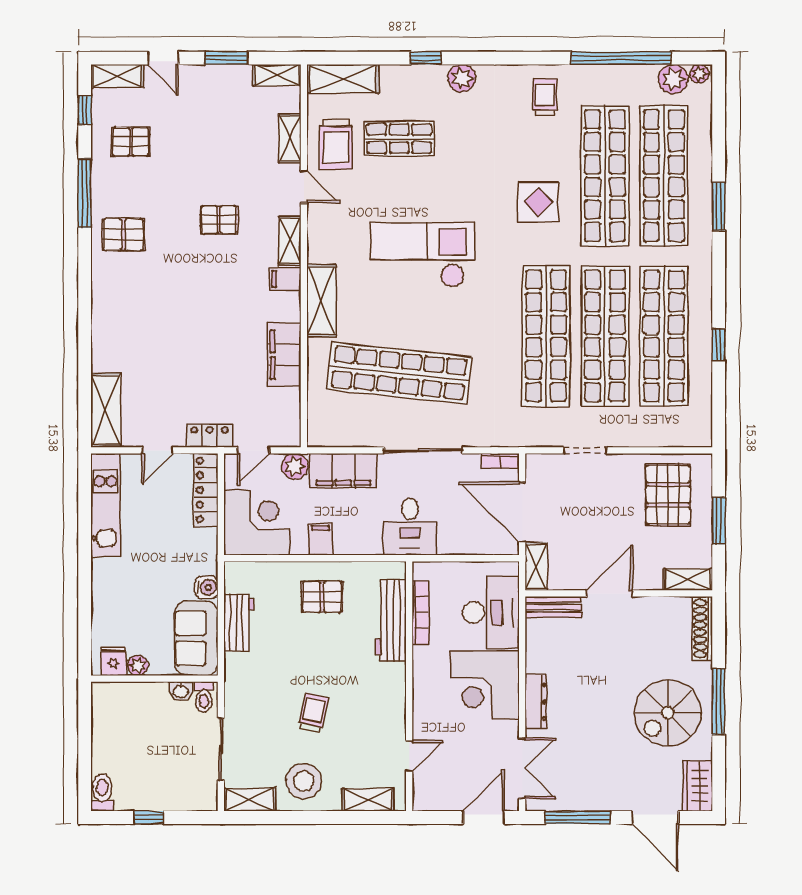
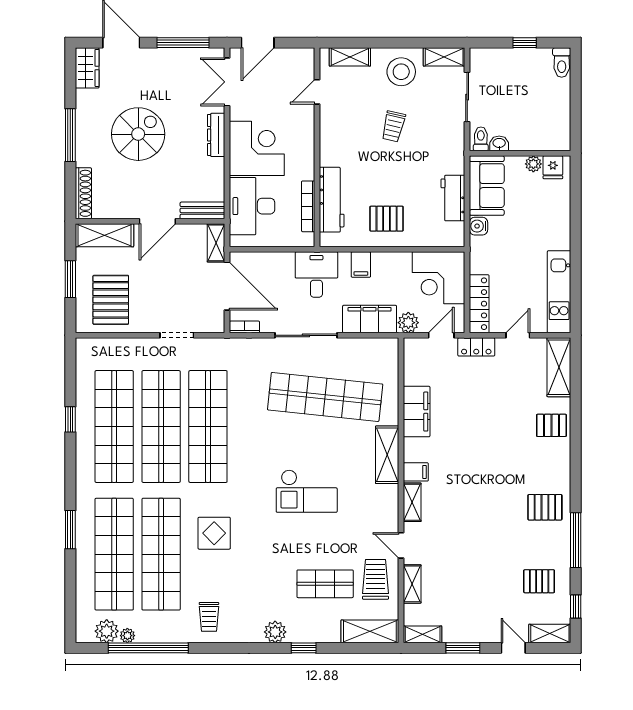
plant: (699, 74) -> (127, 636), moved
pallet: (219, 220) -> (551, 425), moved
checkout: (422, 255) -> (307, 491), width x0.73, depth x0.83
filing cabinet: (320, 539) -> (361, 265), moved
shelving: (688, 579) -> (105, 235), width x1.50, depth x1.33
spiral stairs: (668, 713) -> (138, 134), moved

